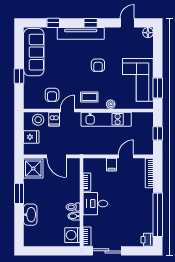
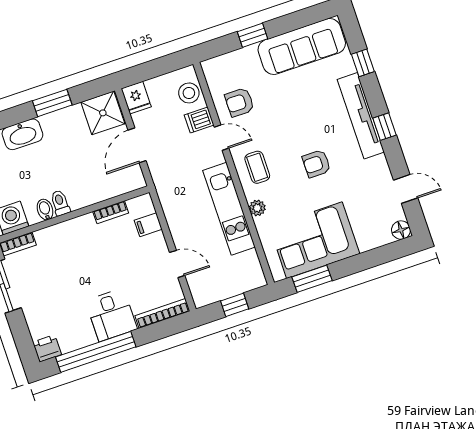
fridge: (31, 137) -> (136, 98), moved
filing cabinet: (112, 165) -> (148, 225), moved
desk: (95, 204) -> (111, 315), moved, turned 180

